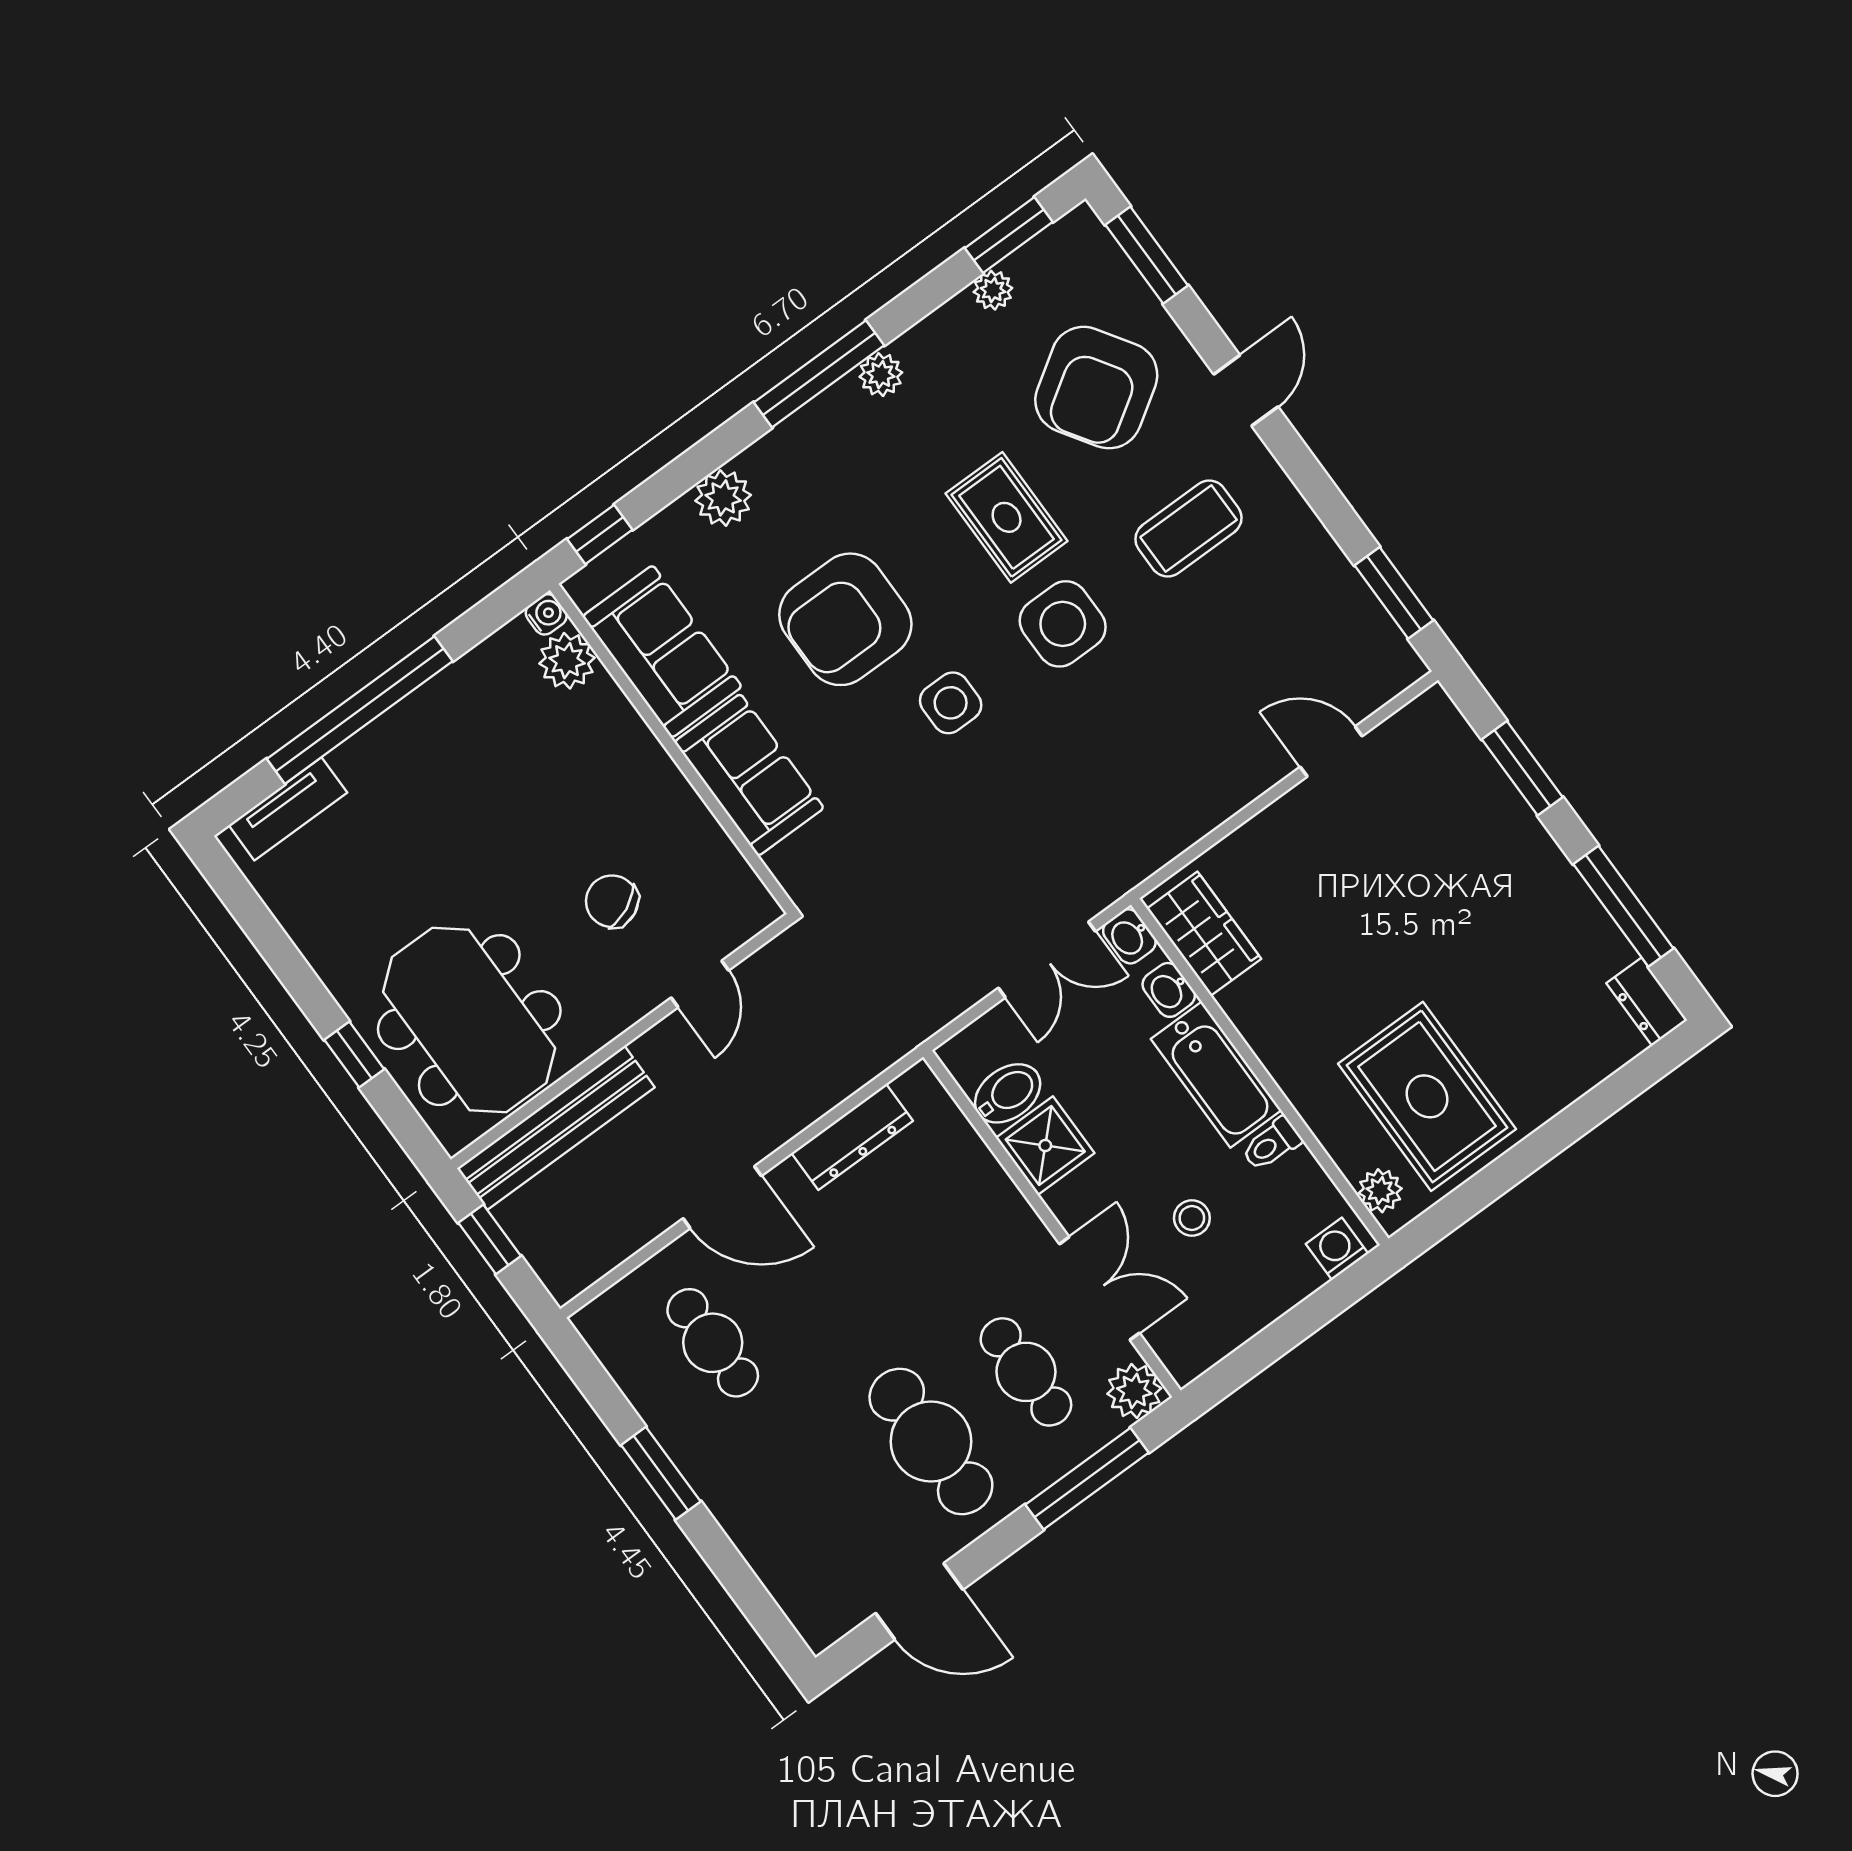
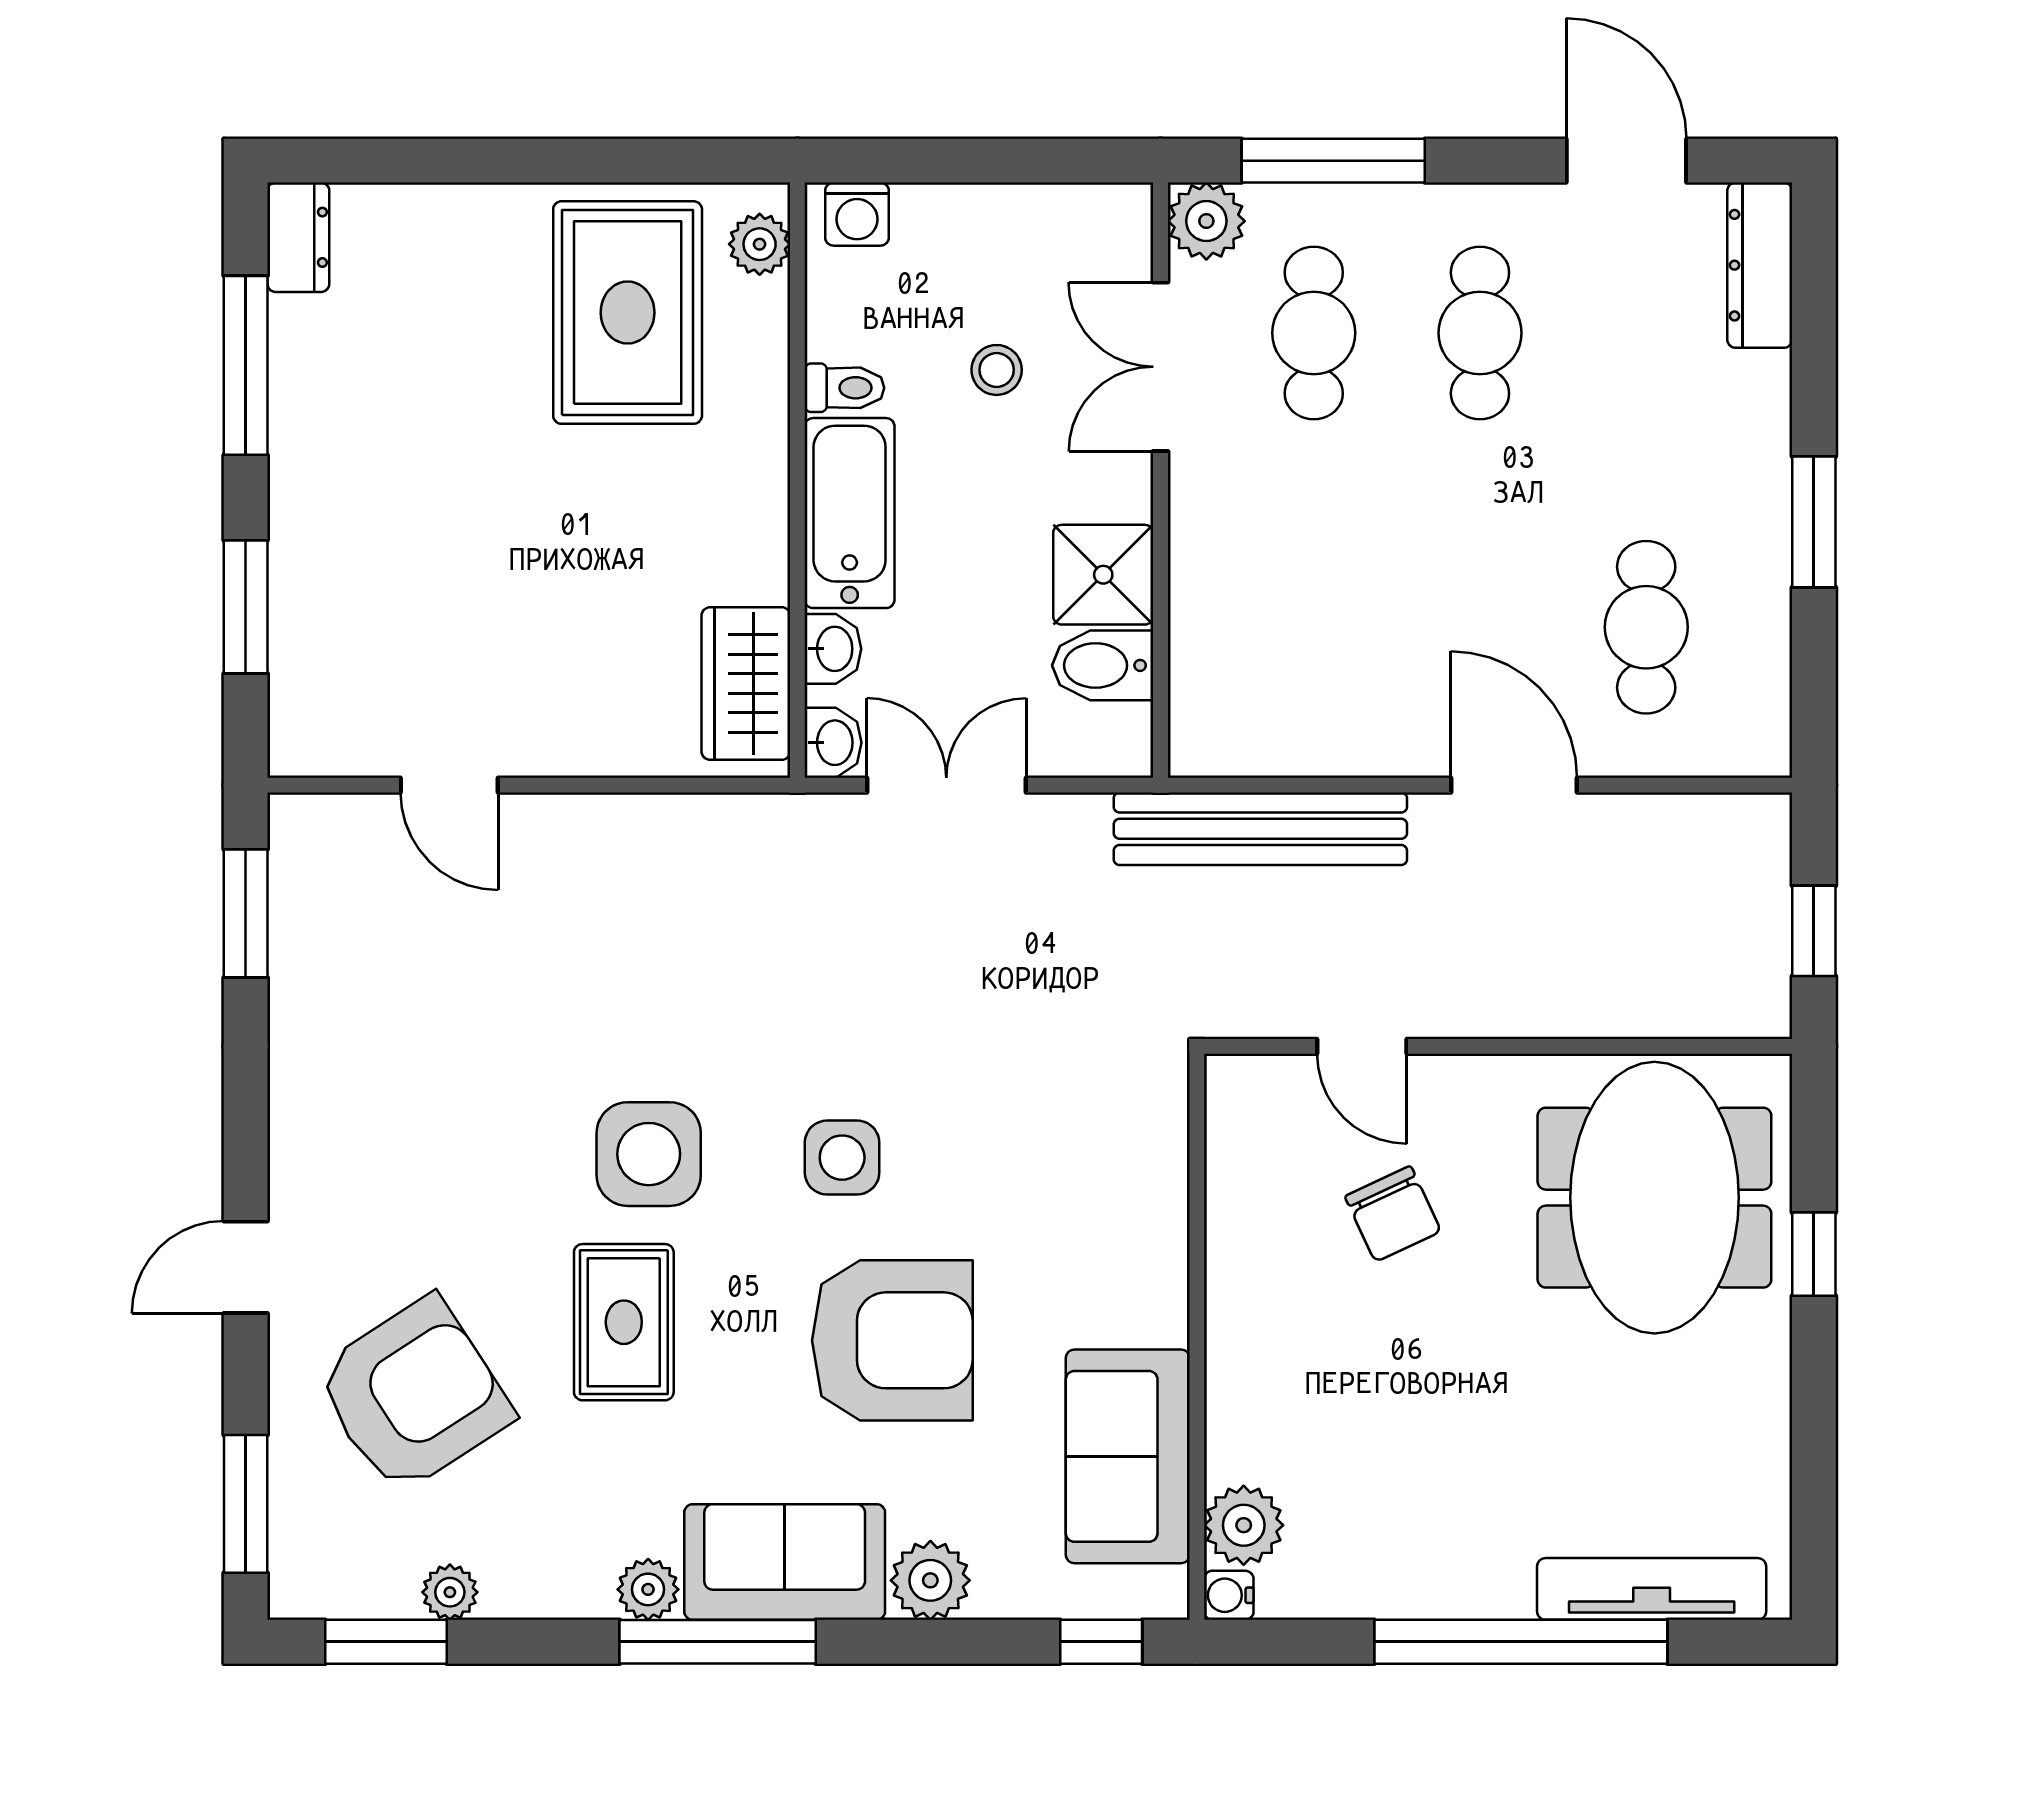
coffee table: (1188, 528) -> (426, 1158), removed
sofa: (749, 775) -> (785, 1562), moved, turned 90
tv unit: (288, 809) -> (1652, 1589), width x1.41
door: (700, 984) -> (1362, 1046), swing flipped
bench: (556, 1128) -> (1260, 829), moved
dresser: (852, 1137) -> (1760, 265), moved, turned -90
cafe table: (931, 1441) -> (1480, 333), width x0.73, depth x0.74

